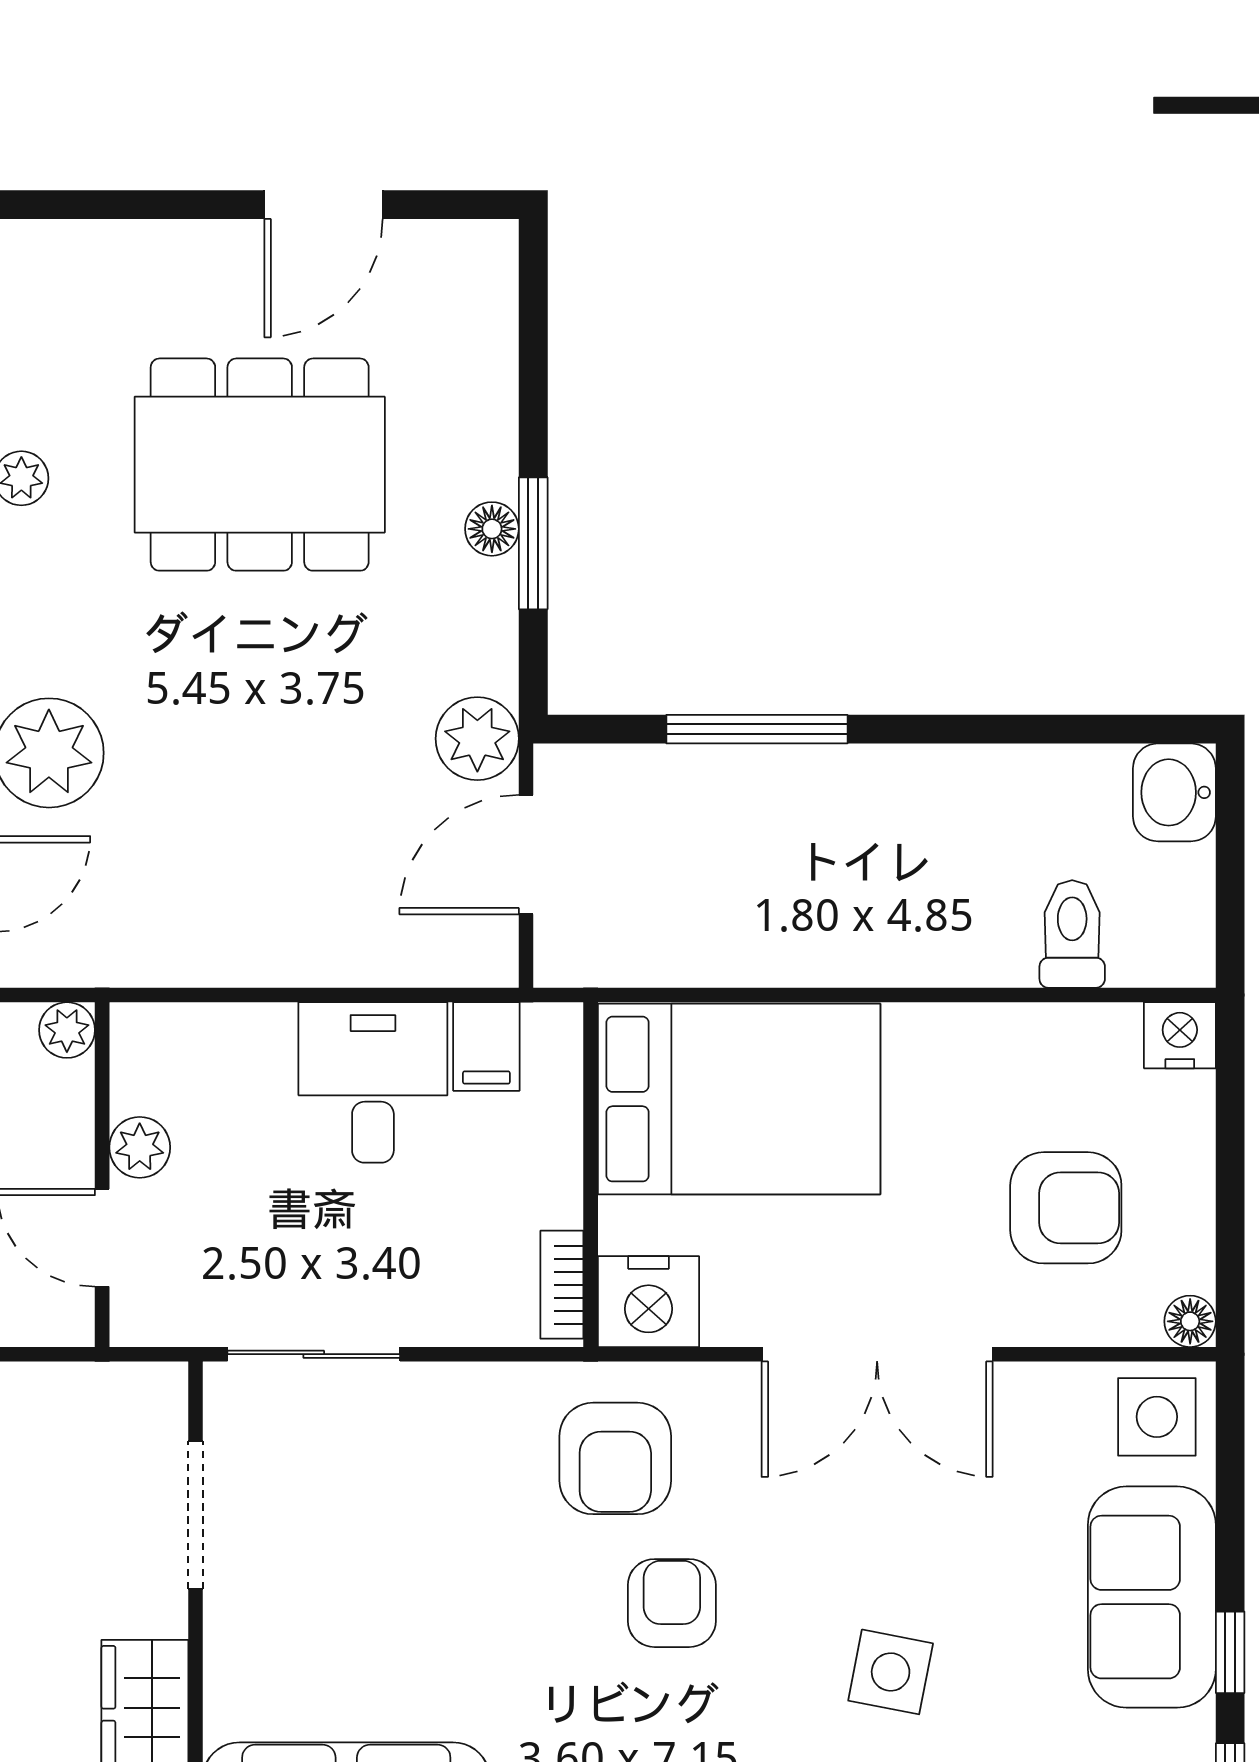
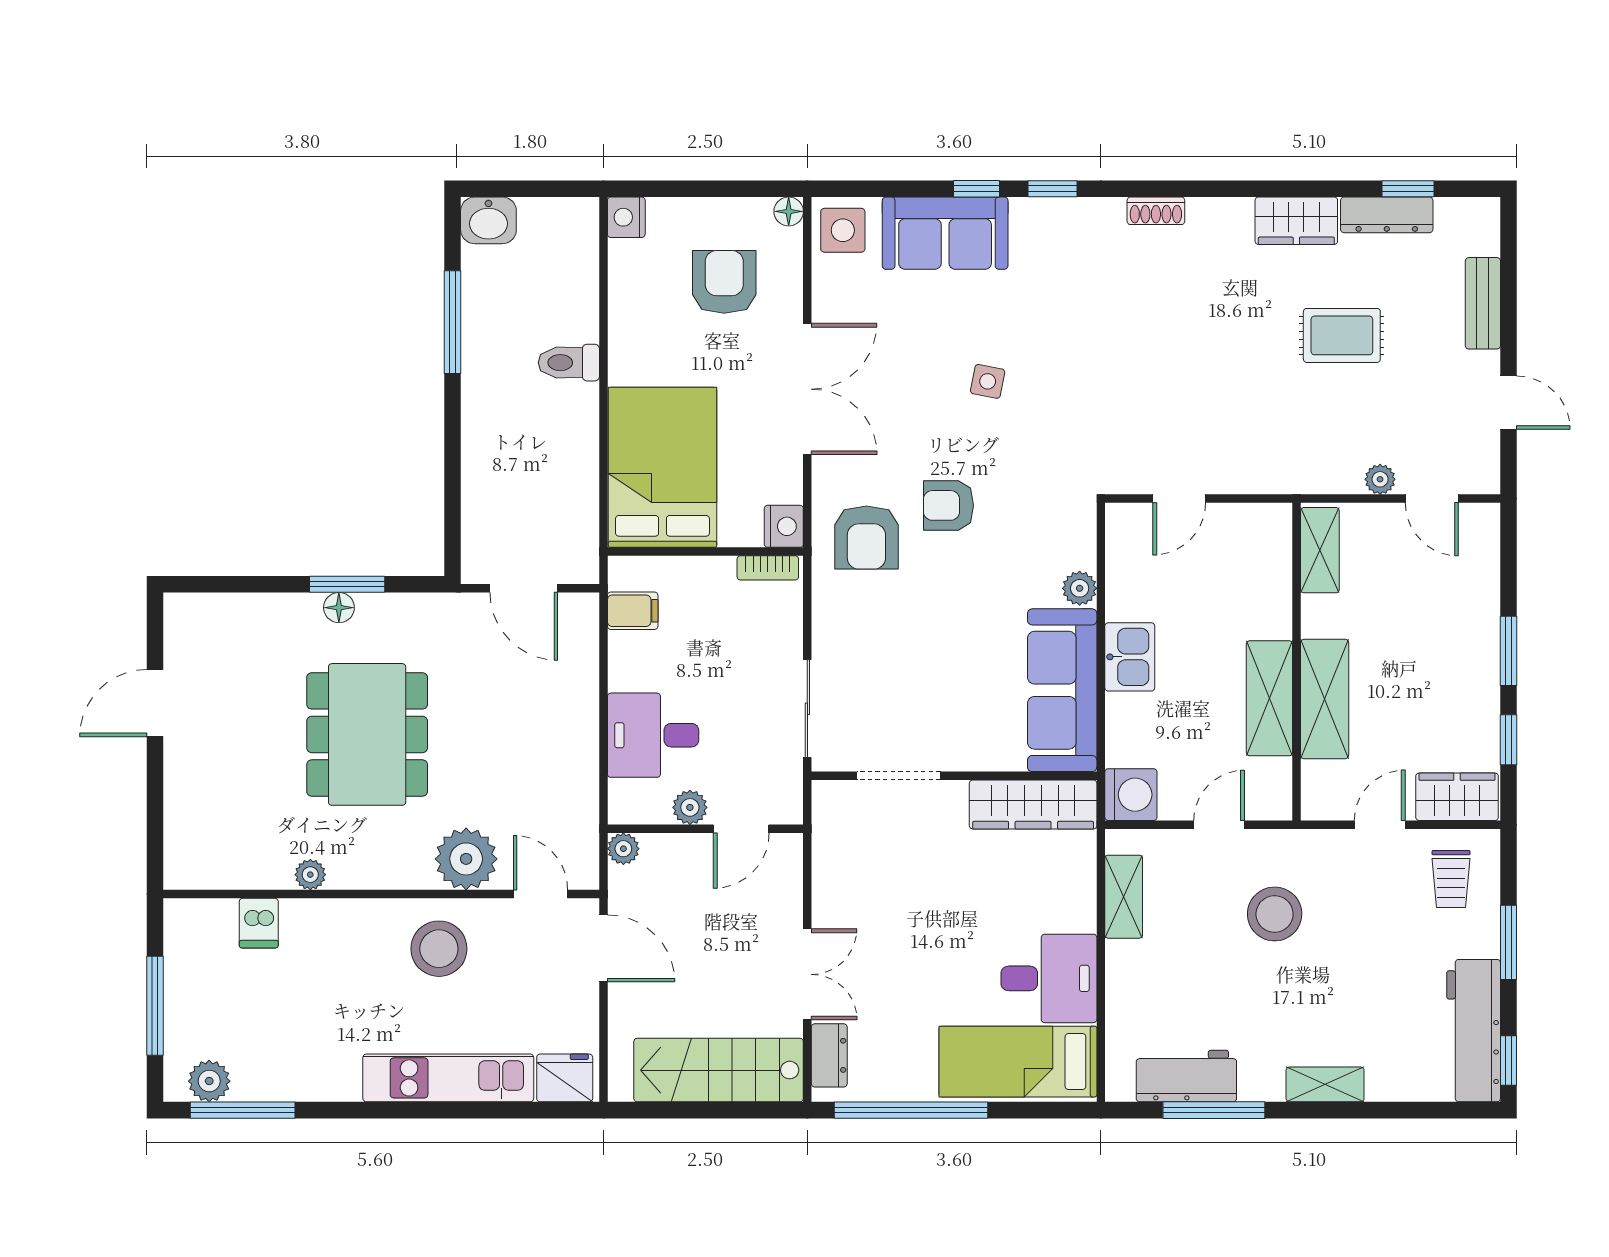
door: (323, 205) -> (155, 703), swing flipped
dining table: (260, 465) -> (367, 734), moved
window: (757, 729) -> (453, 322), moved
plant: (477, 739) -> (458, 616), removed
toilet: (1072, 934) -> (569, 363), moved
desk: (373, 1082) -> (653, 735), moved
nightstand: (649, 1302) -> (784, 526), width x0.74, depth x0.75
armchair: (615, 1458) -> (866, 538), turned 90
side table: (891, 1672) -> (988, 381), width x0.73, depth x0.73

